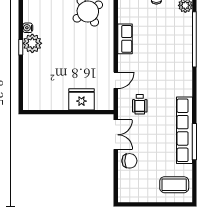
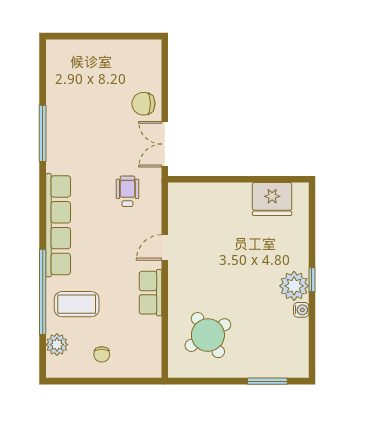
door: (116, 80) -> (165, 247), moved
fridge: (81, 99) -> (272, 199), moved
row of seats: (184, 130) -> (58, 225), moved
coffee table: (174, 185) -> (77, 304), moved

